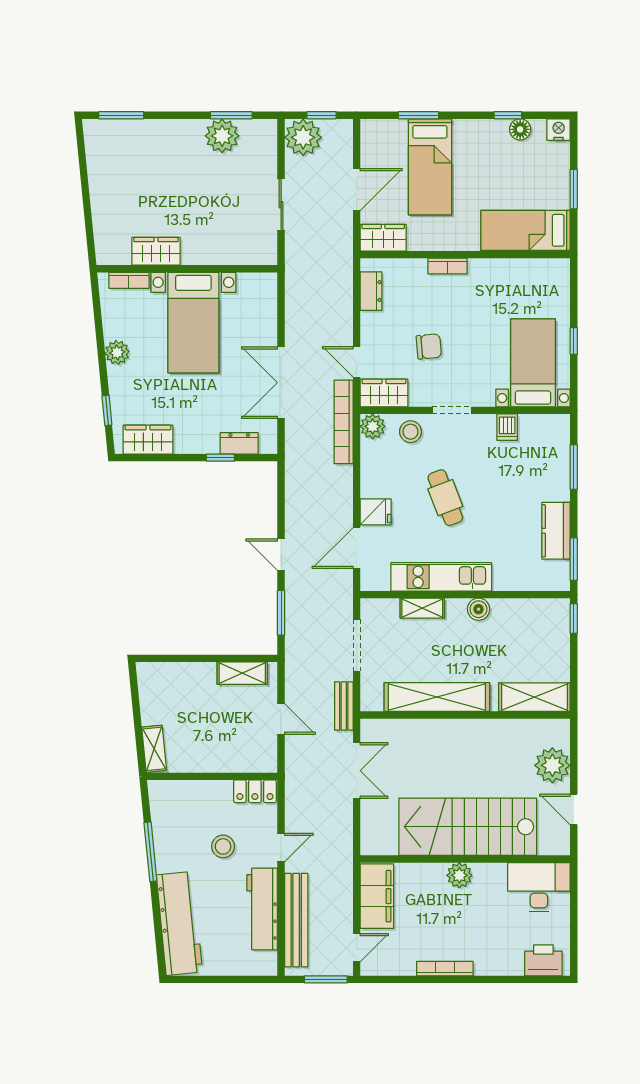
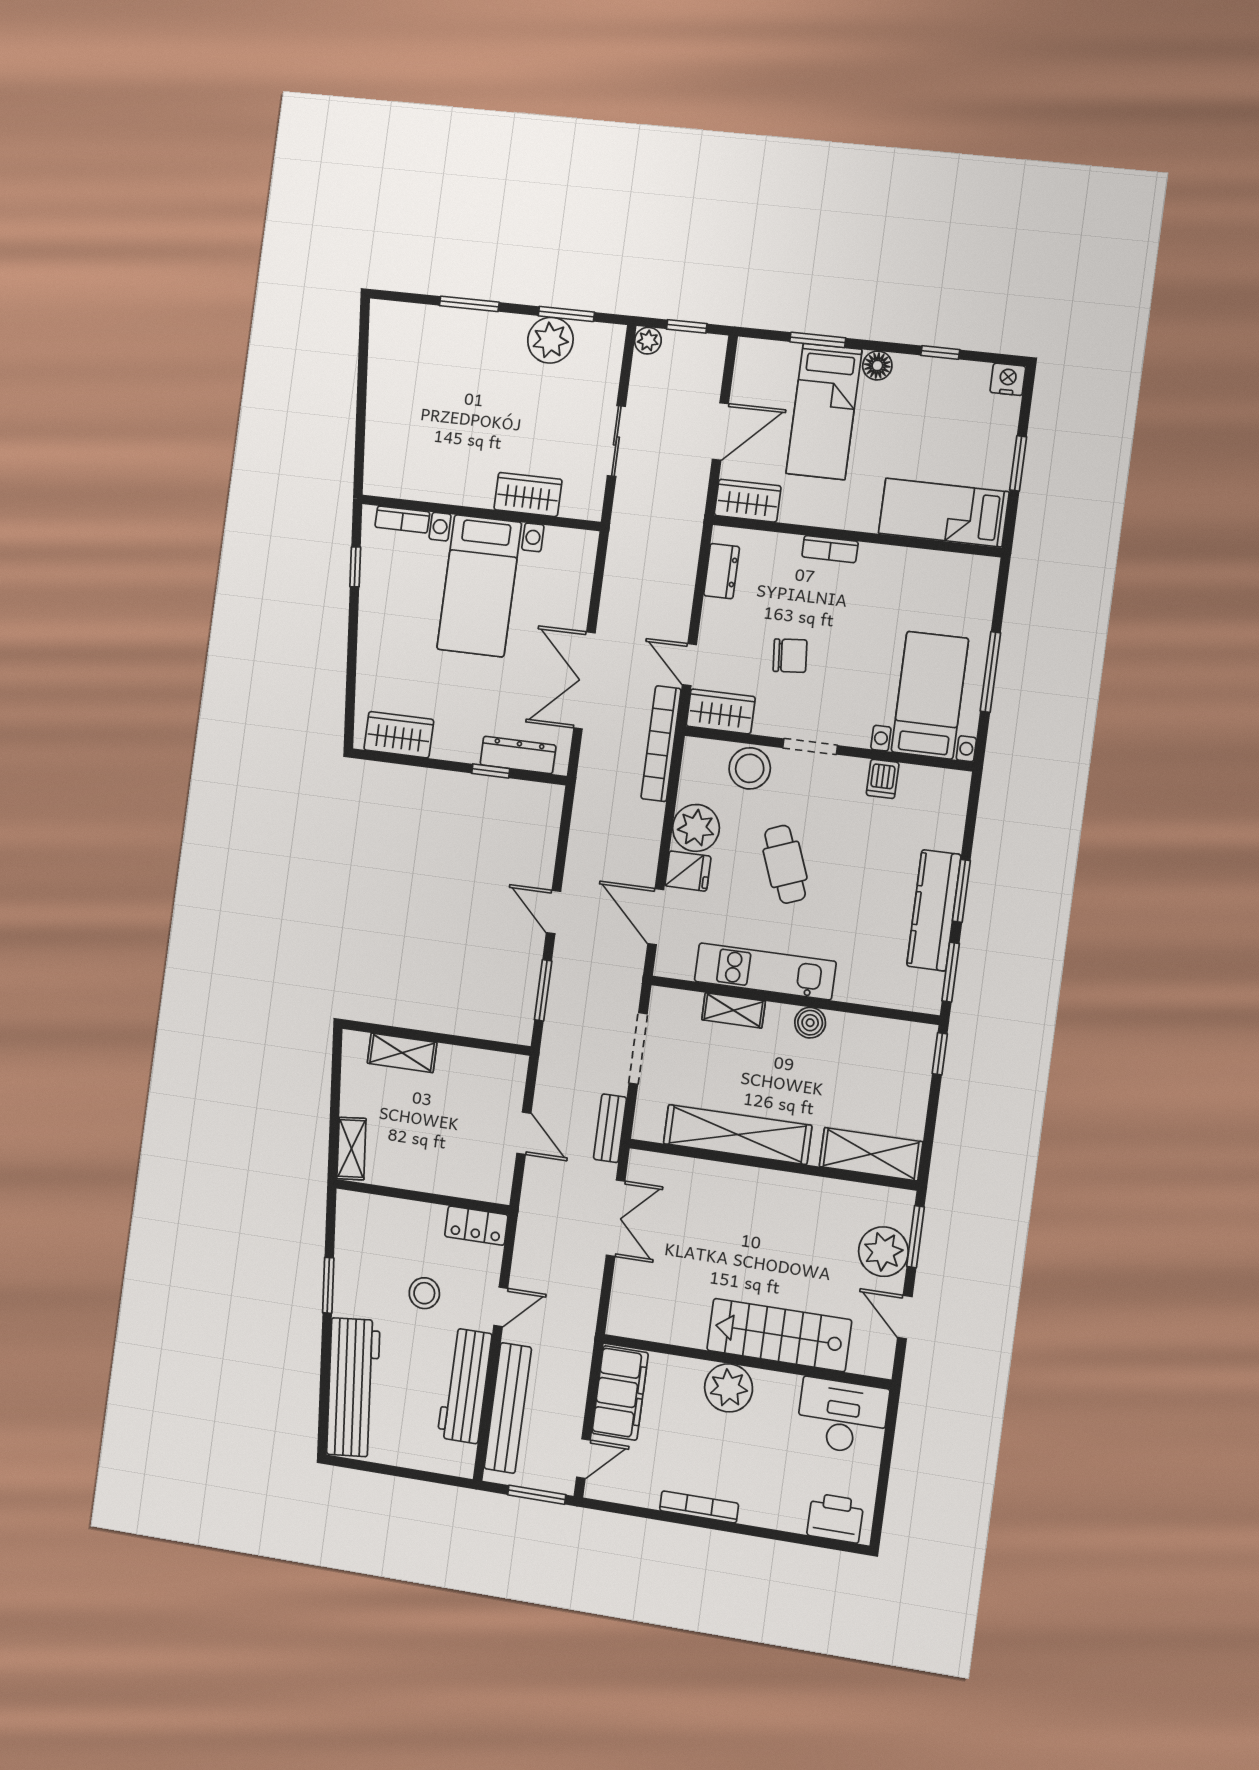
window: (121, 115) -> (469, 304), moved
floor lamp: (520, 129) -> (877, 366), moved
plant: (303, 137) -> (648, 341), width x0.53, depth x0.53
wardrobe: (156, 251) -> (528, 494), moved
window: (574, 341) -> (990, 672), width x2.17
plant: (117, 353) -> (374, 614), removed
window: (107, 410) -> (355, 567), moved
plant: (373, 426) -> (696, 828), moved, width x1.36, depth x1.36
stool: (411, 432) -> (750, 768), width x1.38, depth x1.38
dresser: (239, 443) -> (518, 755), width x1.44
window: (574, 467) -> (961, 891), moved
kitchen counter: (556, 531) -> (934, 910), width x1.50
door: (357, 548) -> (656, 917), hinge flipped
shelving: (242, 673) -> (402, 1053), moved
window: (574, 751) -> (915, 1237), added
stairs: (468, 827) -> (779, 1335), width x0.73, depth x0.66
window: (150, 852) -> (328, 1285), width x0.69
plant: (459, 875) -> (729, 1388), width x1.36, depth x1.36

